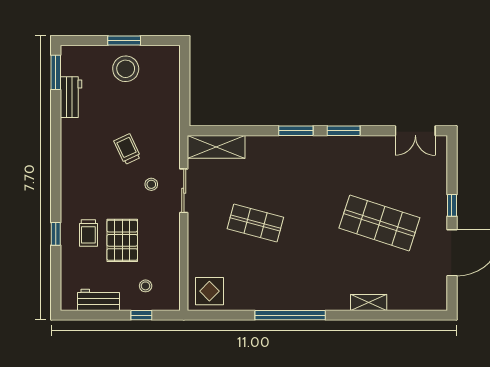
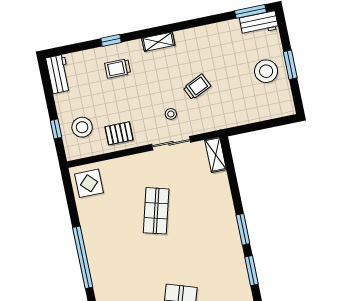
workbench: (71, 97) -> (259, 23), moved
shelving: (216, 147) -> (216, 155), width x0.67, depth x0.75
shelving: (68, 182) -> (158, 42), added
pallet: (122, 240) -> (119, 133), moved, width x0.67, depth x0.71
stool: (146, 286) -> (82, 127), width x1.89, depth x1.89
workbench: (98, 300) -> (59, 74), moved

